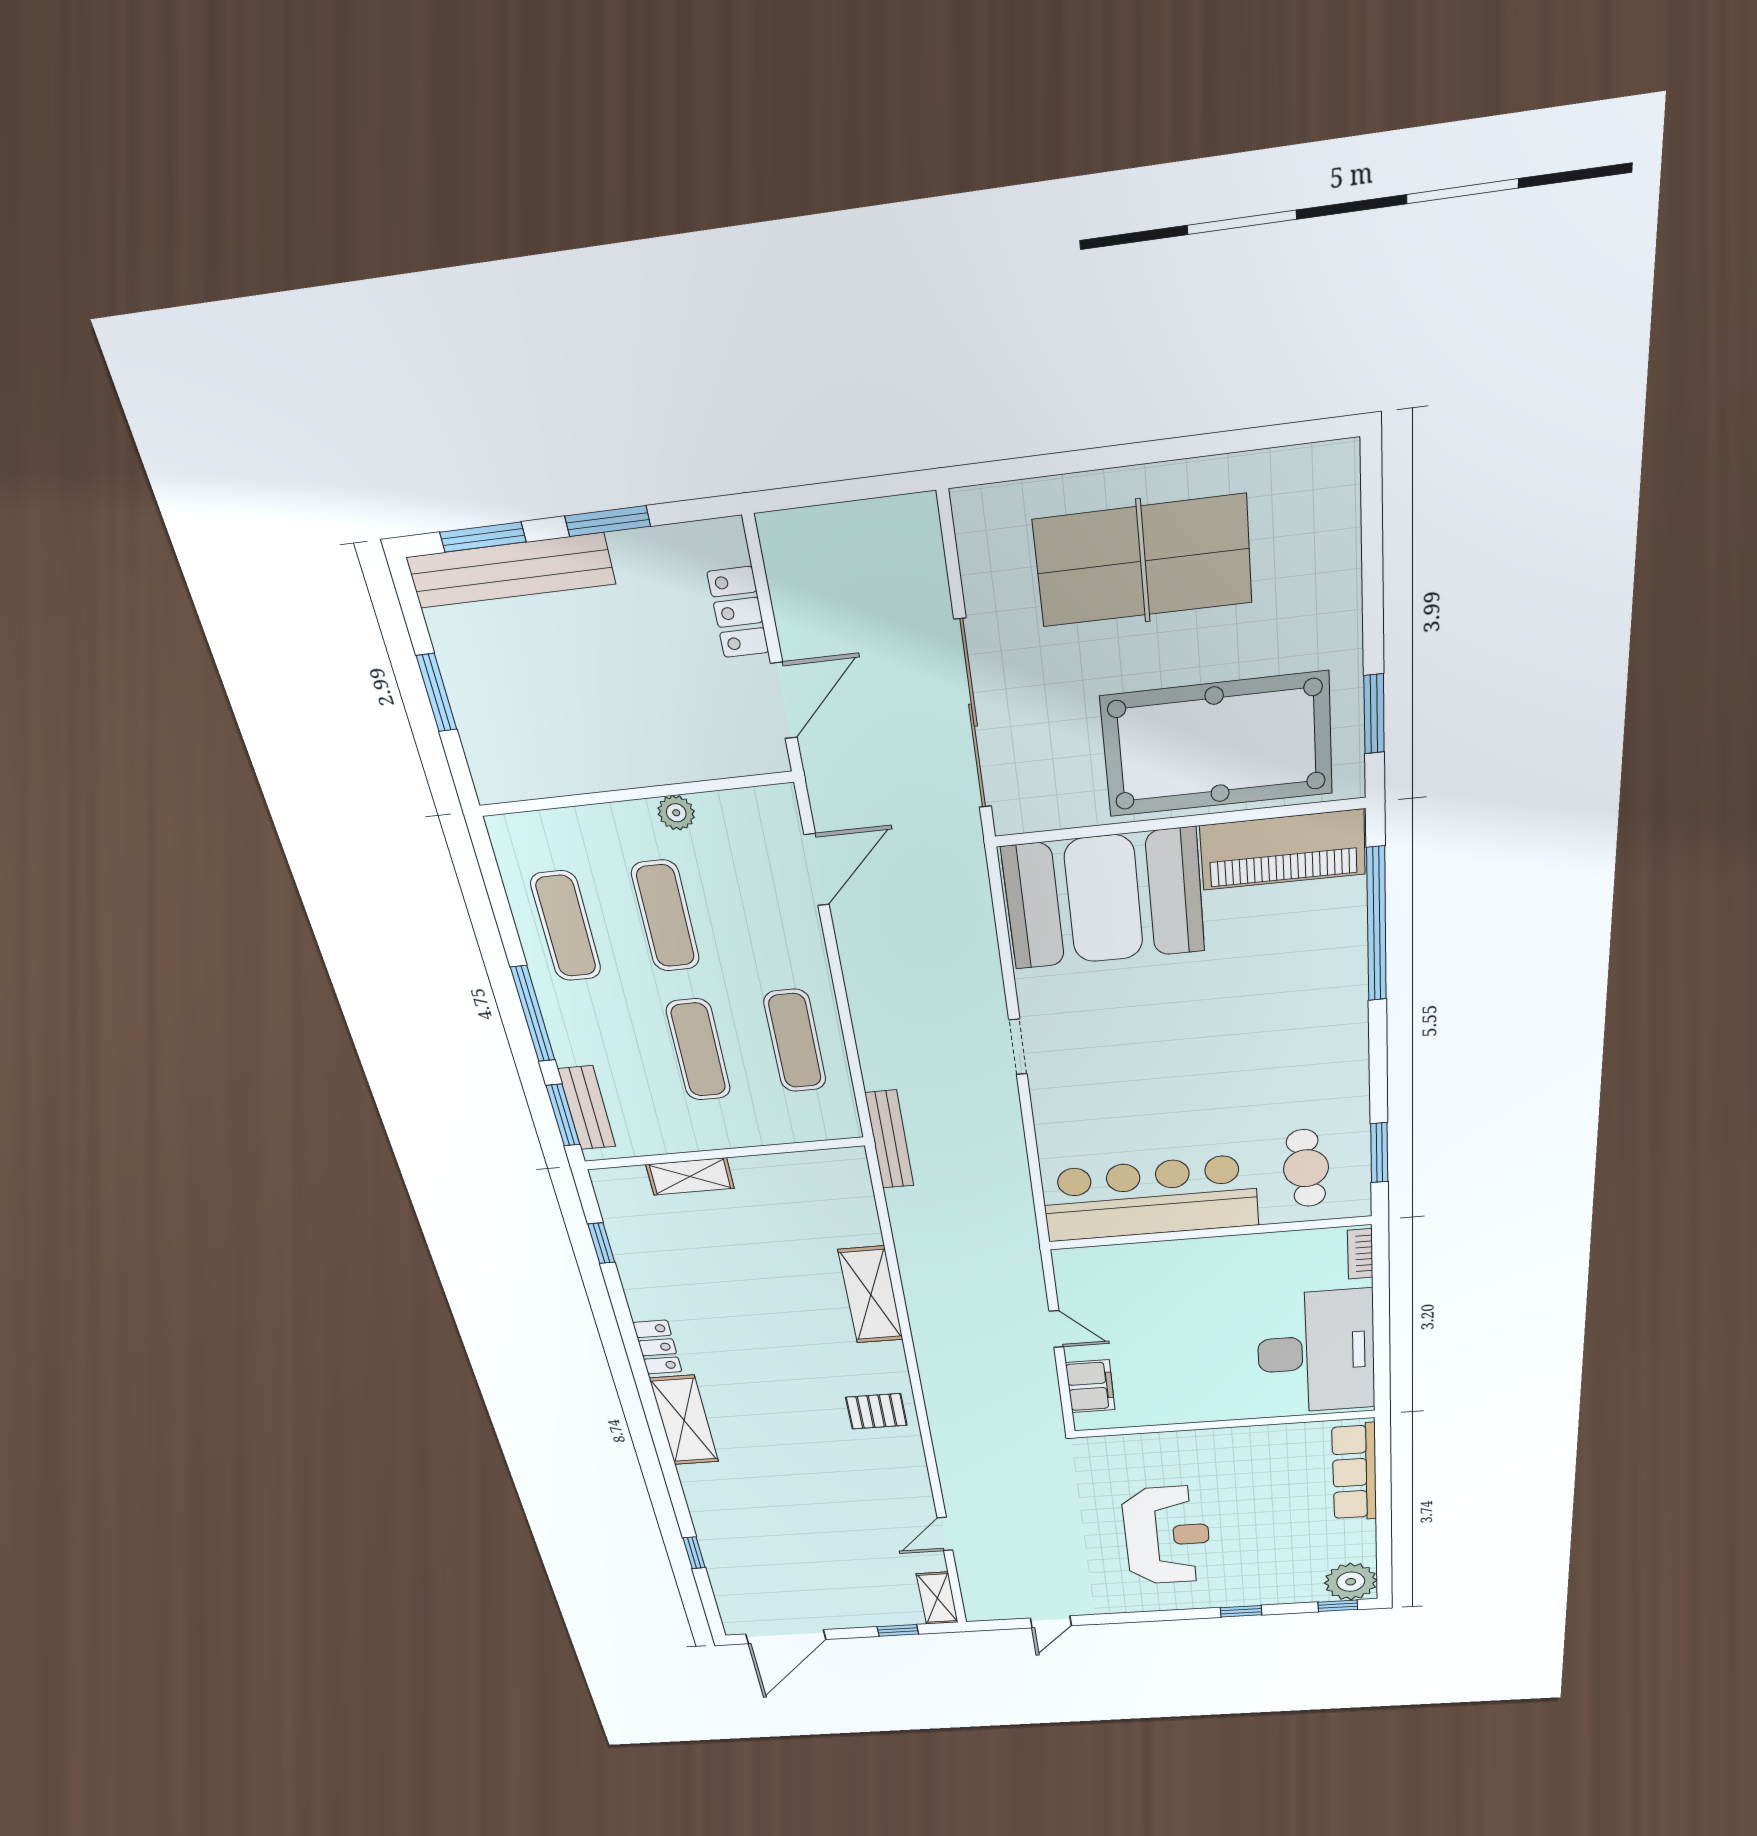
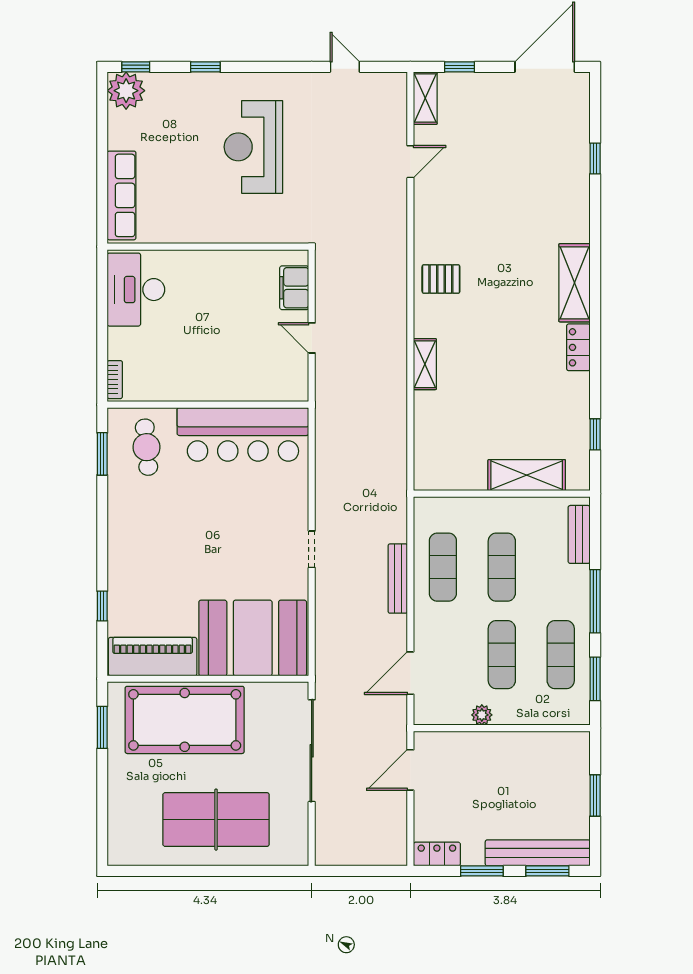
locker: (738, 612) -> (437, 854), moved, turned -90
window: (1377, 925) -> (102, 606), width x0.32
window: (563, 1115) -> (595, 679), moved
bench: (889, 1140) -> (398, 579), moved
shelving: (690, 1176) -> (527, 475), width x1.50, depth x1.33
shelving: (871, 1295) -> (425, 364), width x0.67, depth x0.75
desk: (1316, 1352) -> (136, 290), width x0.73, depth x0.77
door: (1051, 1622) -> (345, 67), hinge flipped

